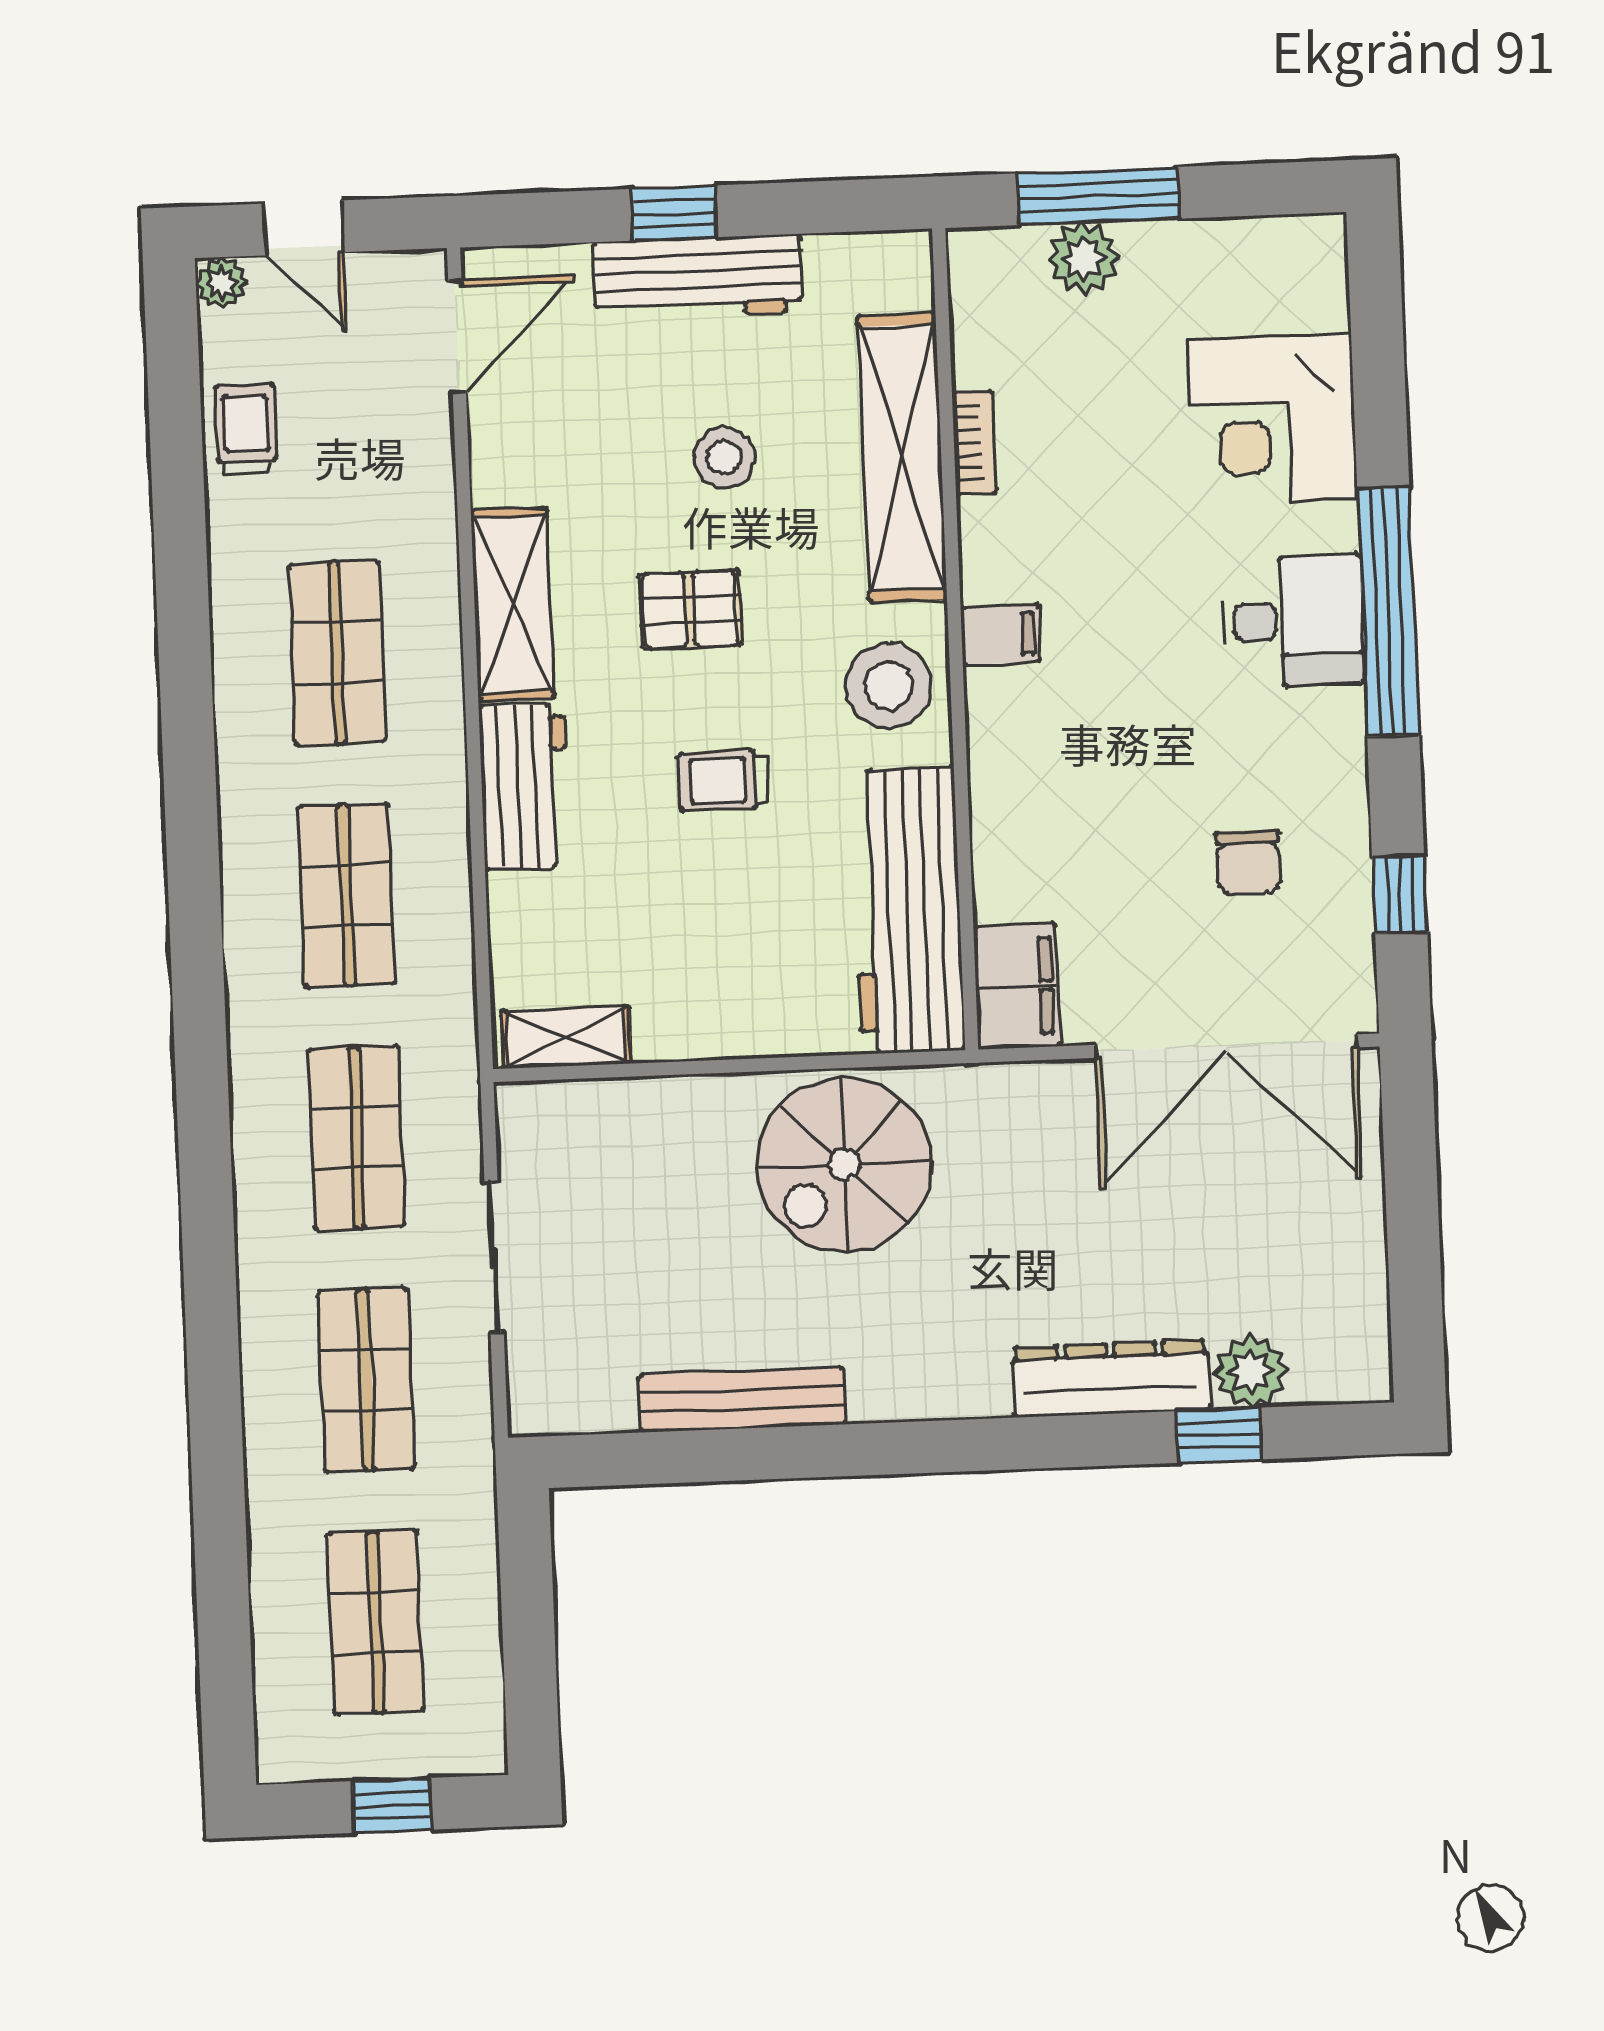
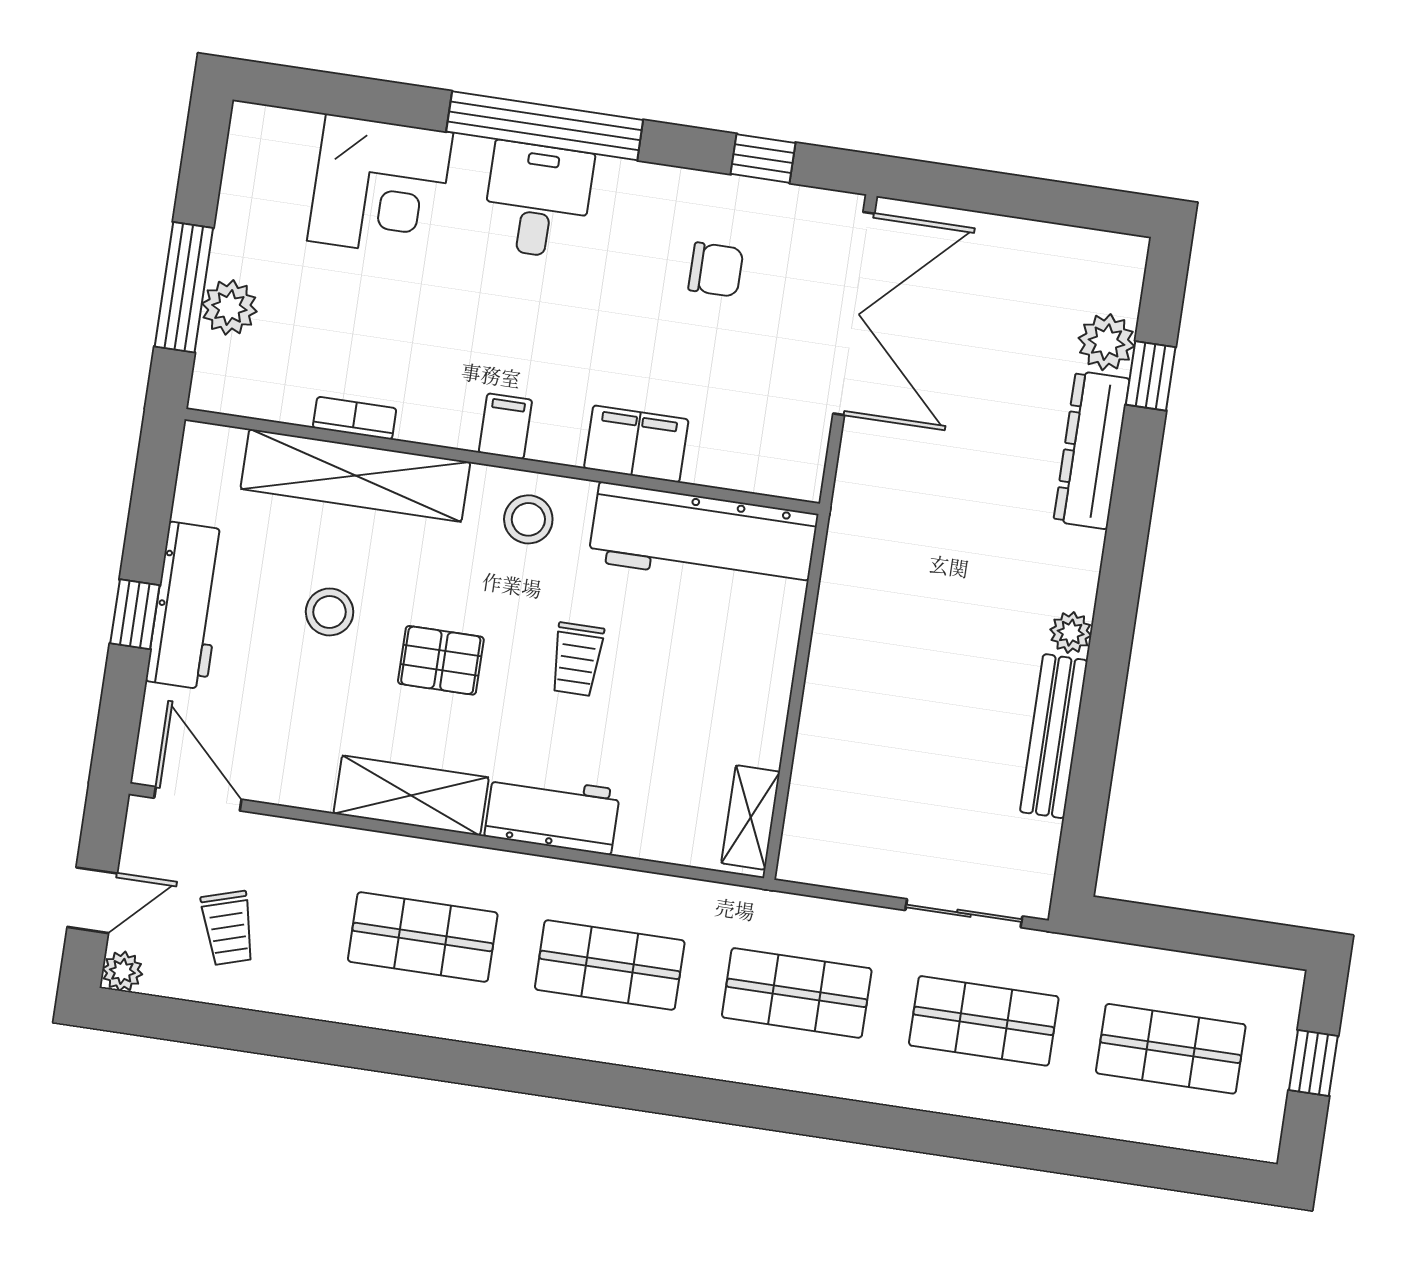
trolley: (246, 429) -> (228, 928), moved, turned -107
pallet: (690, 609) -> (441, 660), turned 90
stool: (888, 686) -> (528, 519), width x0.73, depth x0.73
filing cabinet: (1017, 986) -> (636, 444), moved
spiral stairs: (844, 1165) -> (889, 623), removed
sliding door: (494, 1257) -> (964, 913), moved
plant: (876, 1396) -> (1071, 633), added

